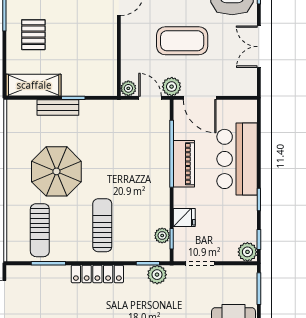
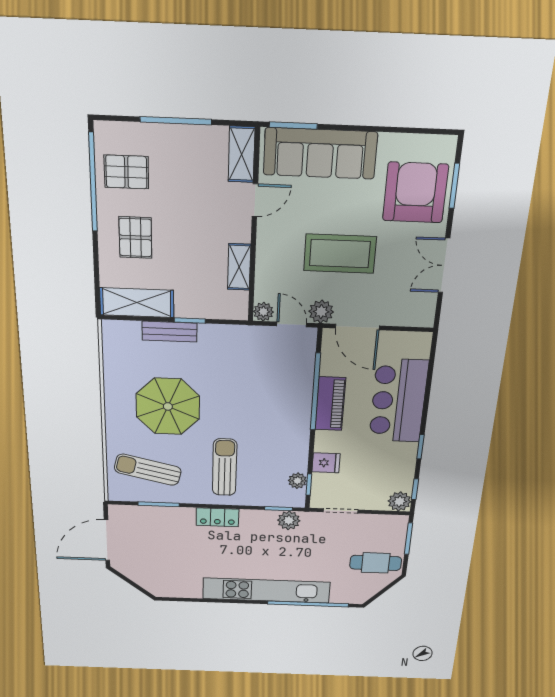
shelving: (109, 54) -> (239, 267), added
sun lounger: (40, 230) -> (148, 470), turned 103
locker: (97, 274) -> (217, 517), width x0.66

